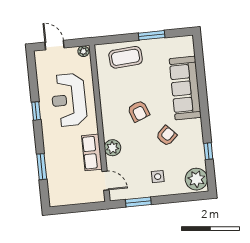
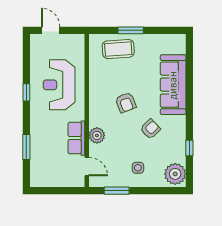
window: (152, 35) -> (131, 30), moved
plant: (83, 51) -> (78, 39), removed

